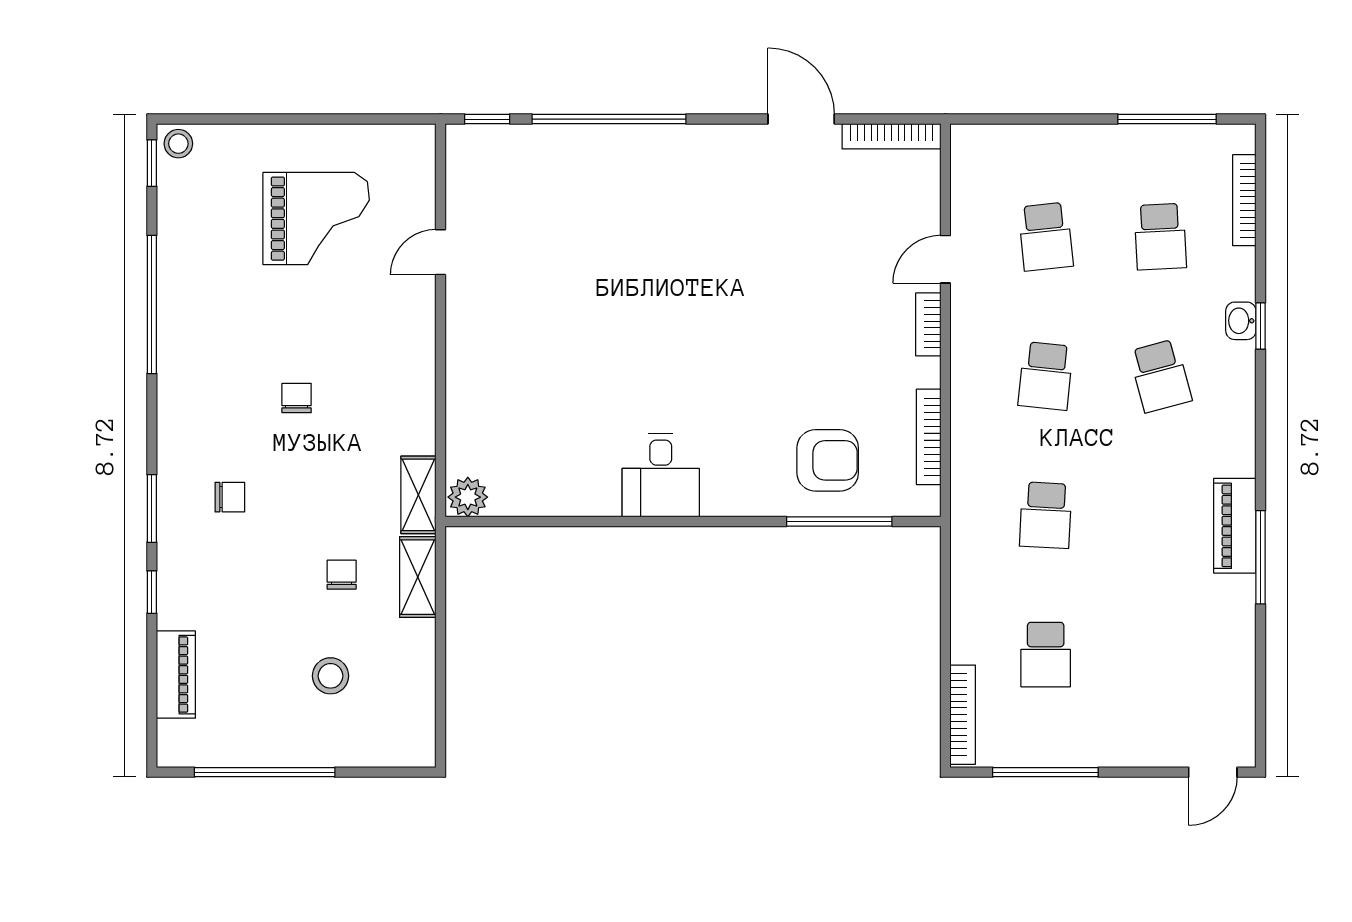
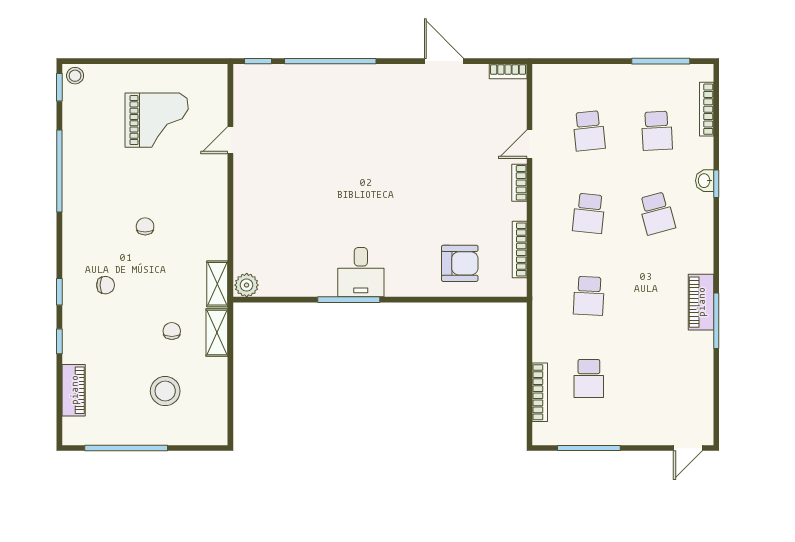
bookcase: (891, 136) -> (508, 71), width x0.64
window: (152, 508) -> (59, 292), width x0.67
window: (839, 522) -> (349, 300), moved
stool: (330, 676) -> (165, 391), width x1.38, depth x1.38
bookcase: (963, 715) -> (540, 392), moved

